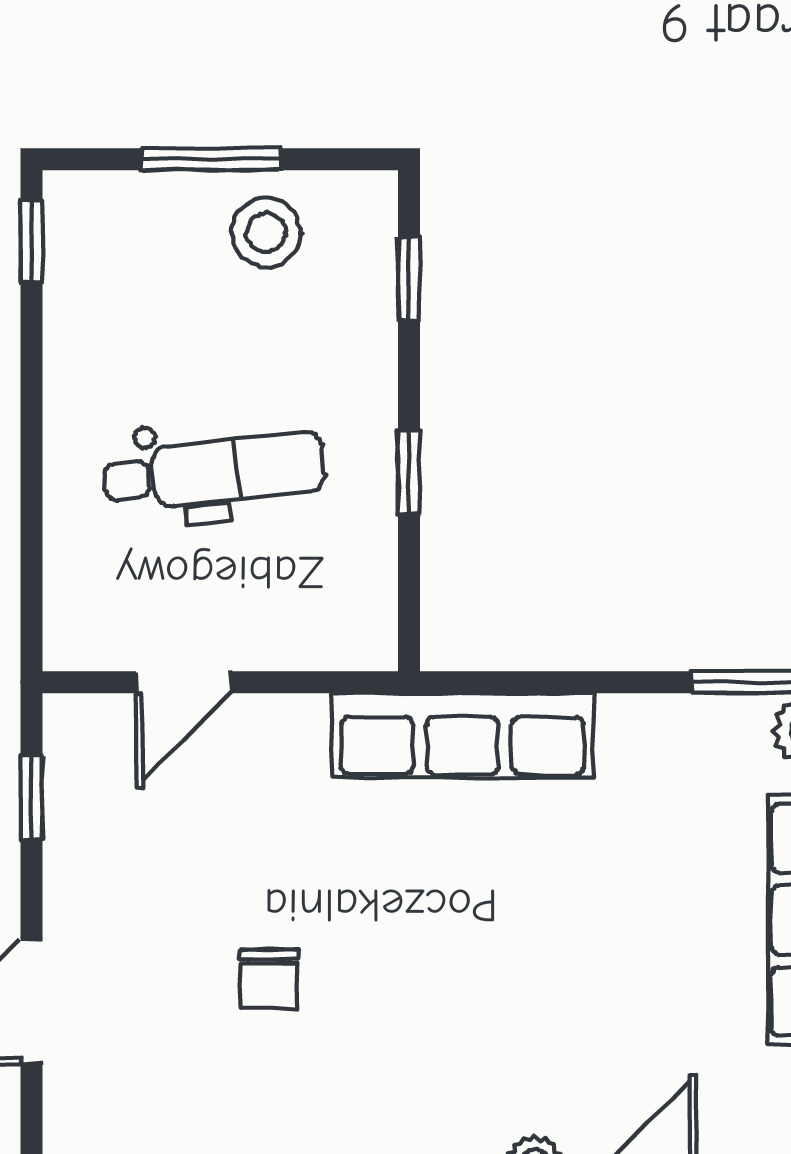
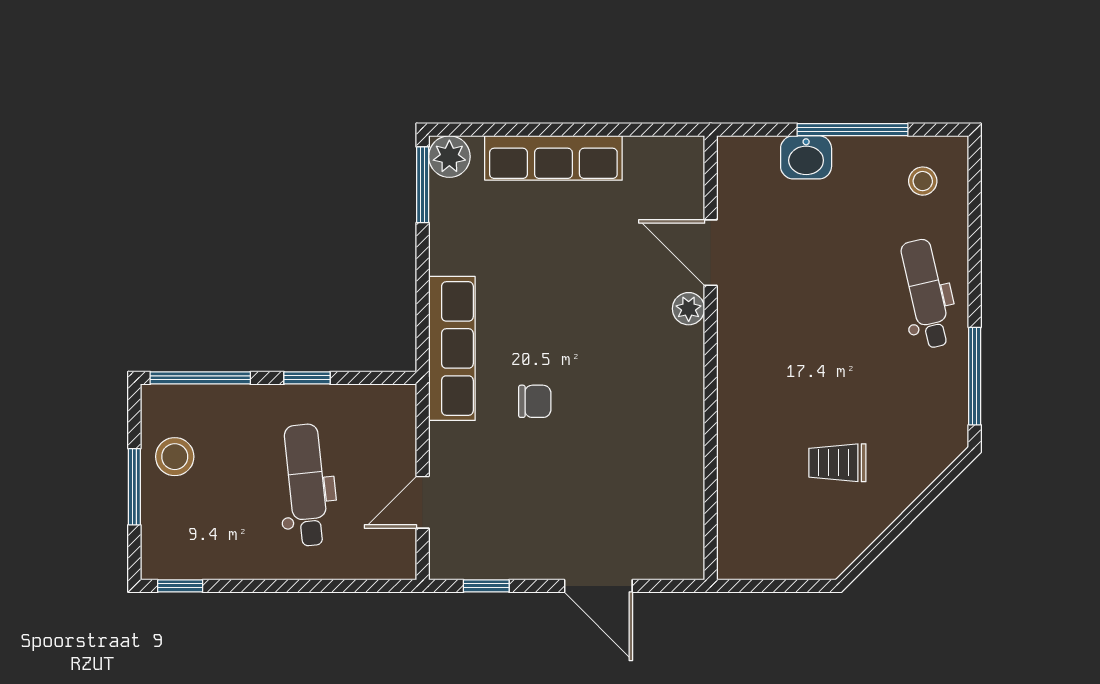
window: (409, 279) -> (200, 378), width x2.17
door: (183, 682) -> (423, 502), swing flipped
chair: (269, 979) -> (535, 401), moved

